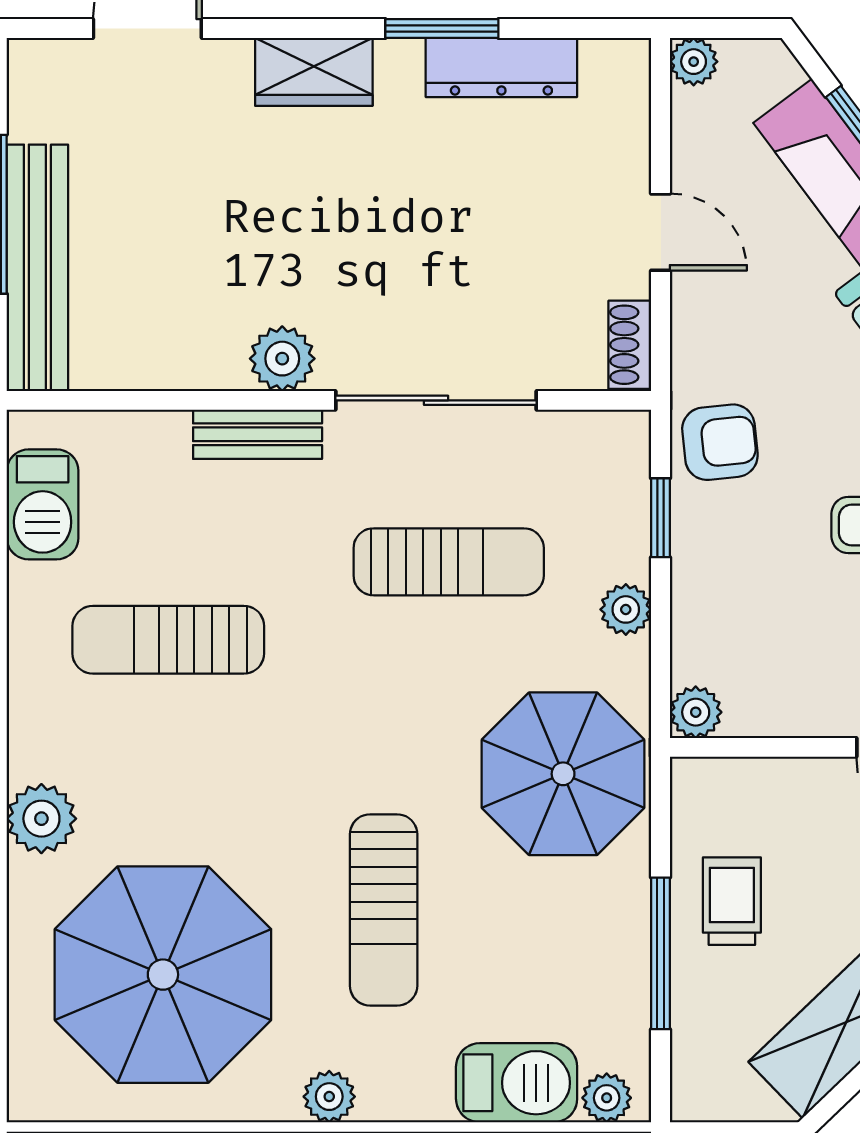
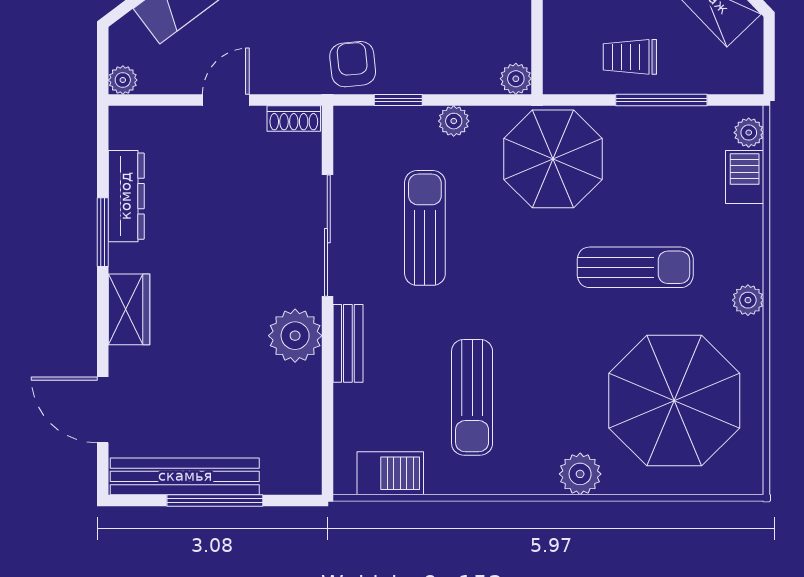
bench: (37, 268) -> (185, 476), moved
plant: (282, 359) -> (295, 336), width x1.36, depth x1.36
barbecue: (517, 1083) -> (745, 177), width x0.73, depth x0.79

